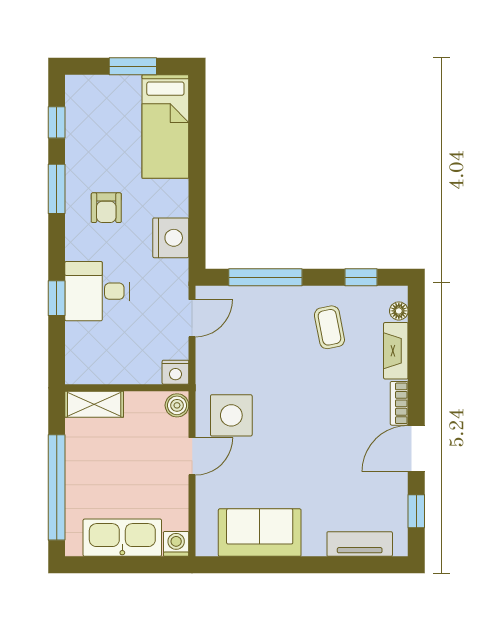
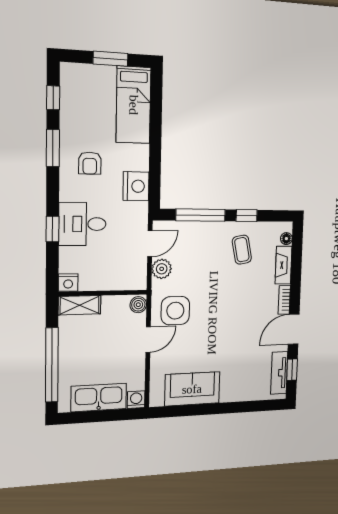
window: (361, 277) -> (247, 216), moved
plant: (210, 354) -> (162, 269), added
nightstand: (175, 372) -> (68, 283), moved
tv unit: (360, 544) -> (279, 373), moved, turned -90

